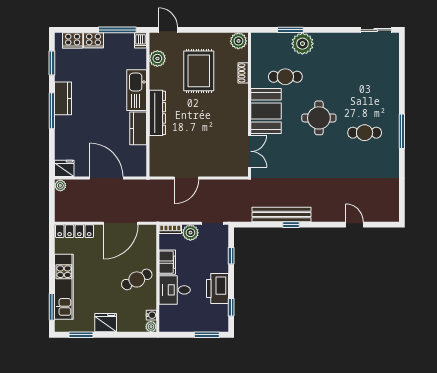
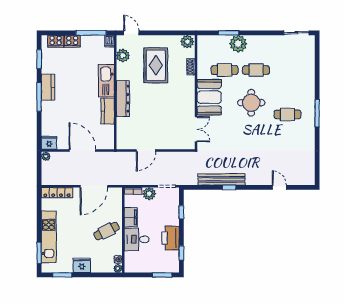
cafe table: (325, 77) -> (256, 70), added

